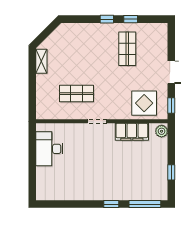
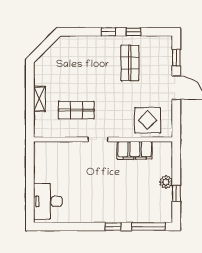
shelving: (41, 61) -> (39, 99), moved
window: (171, 105) -> (176, 58), moved
plant: (162, 131) -> (166, 182), moved
desk: (49, 149) -> (48, 201), moved

